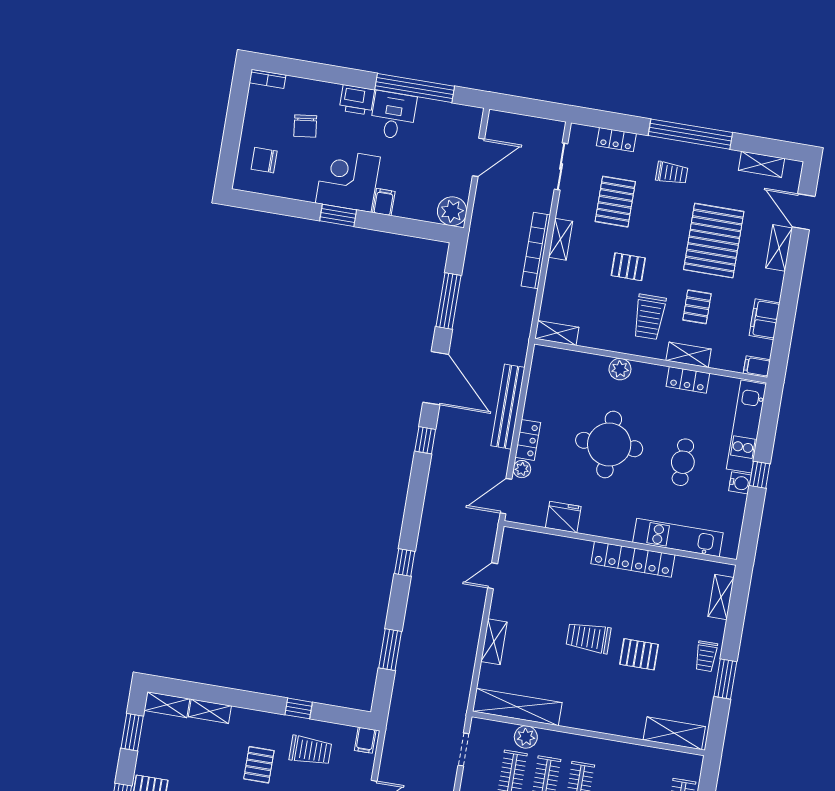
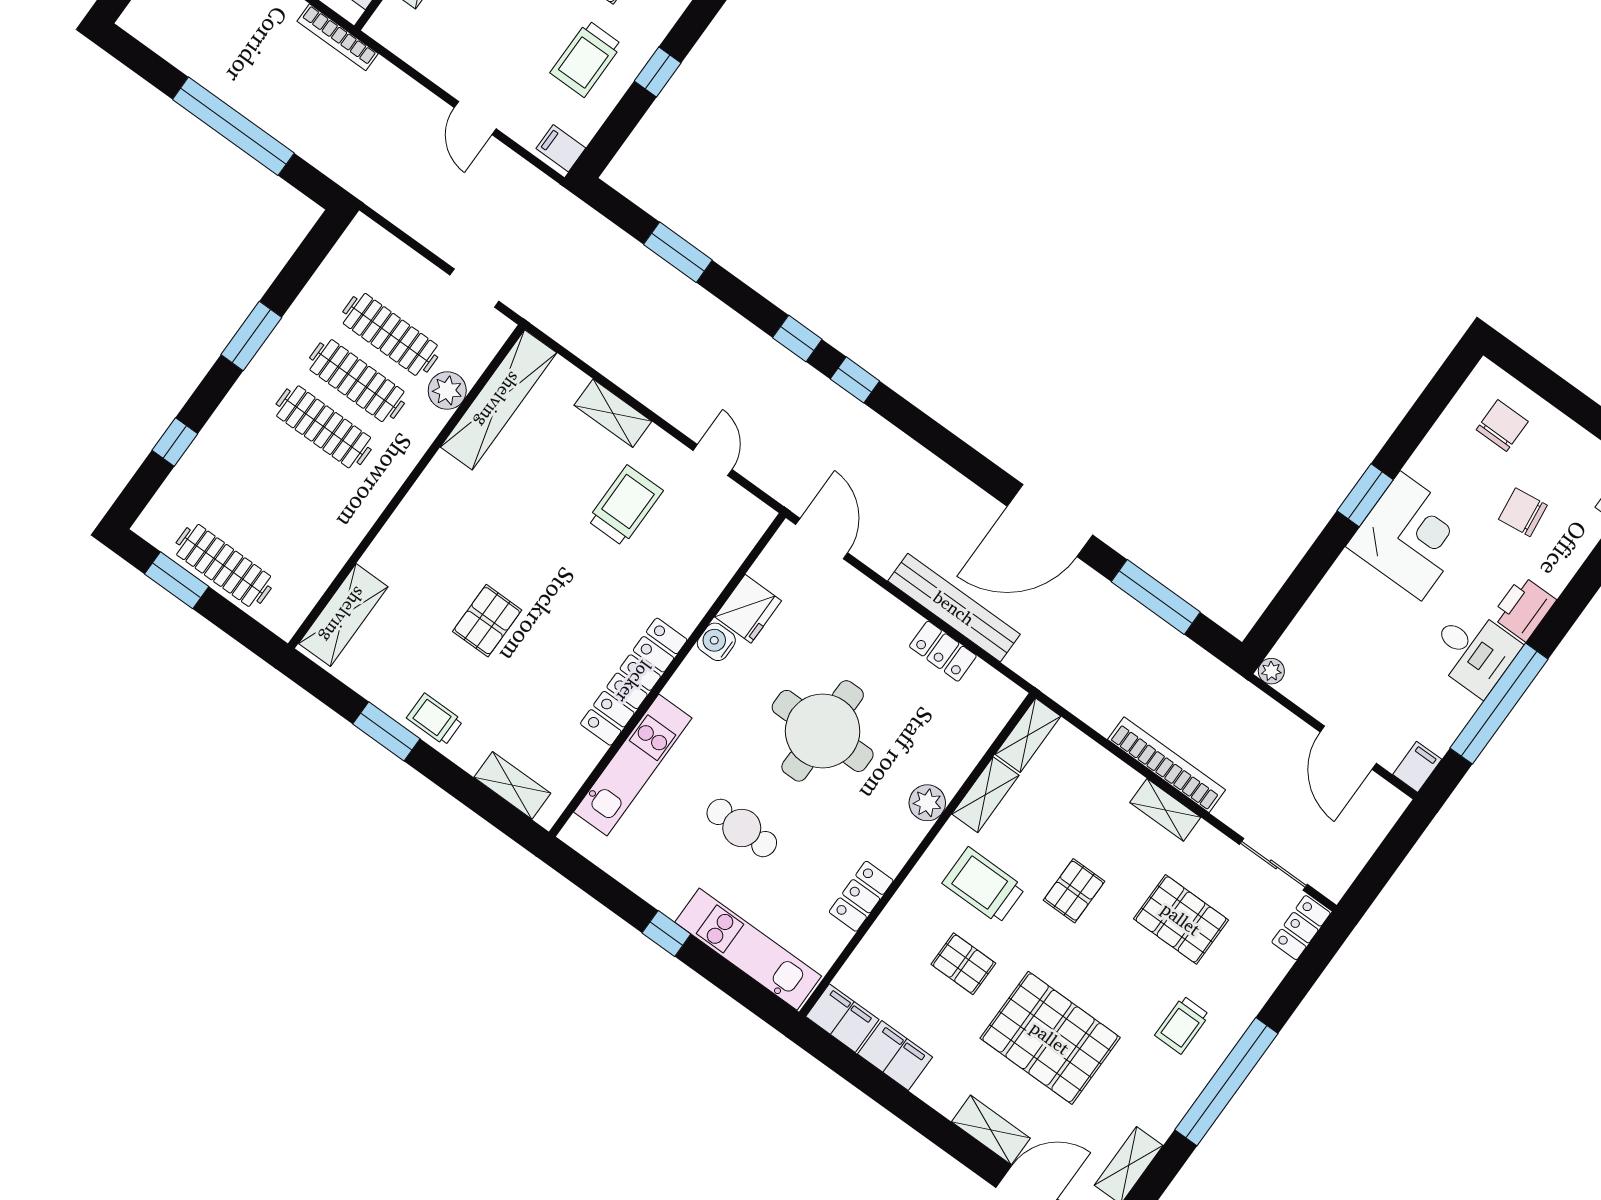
locker: (616, 140) -> (1301, 928), moved
filing cabinet: (384, 202) -> (1417, 767), moved, turned -90
plant: (452, 211) -> (1271, 671), width x0.53, depth x0.53
shelving: (689, 355) -> (985, 795), moved
filing cabinet: (757, 367) -> (842, 1018), width x2.00
window: (425, 440) -> (855, 380), moved
locker: (528, 440) -> (943, 651), moved
plant: (522, 469) -> (850, 582), removed
water cooler: (740, 483) -> (716, 642), moved, turned 90
trolley: (588, 638) -> (625, 506), moved

